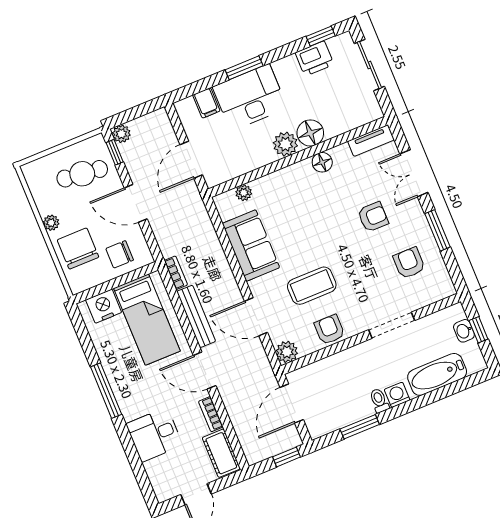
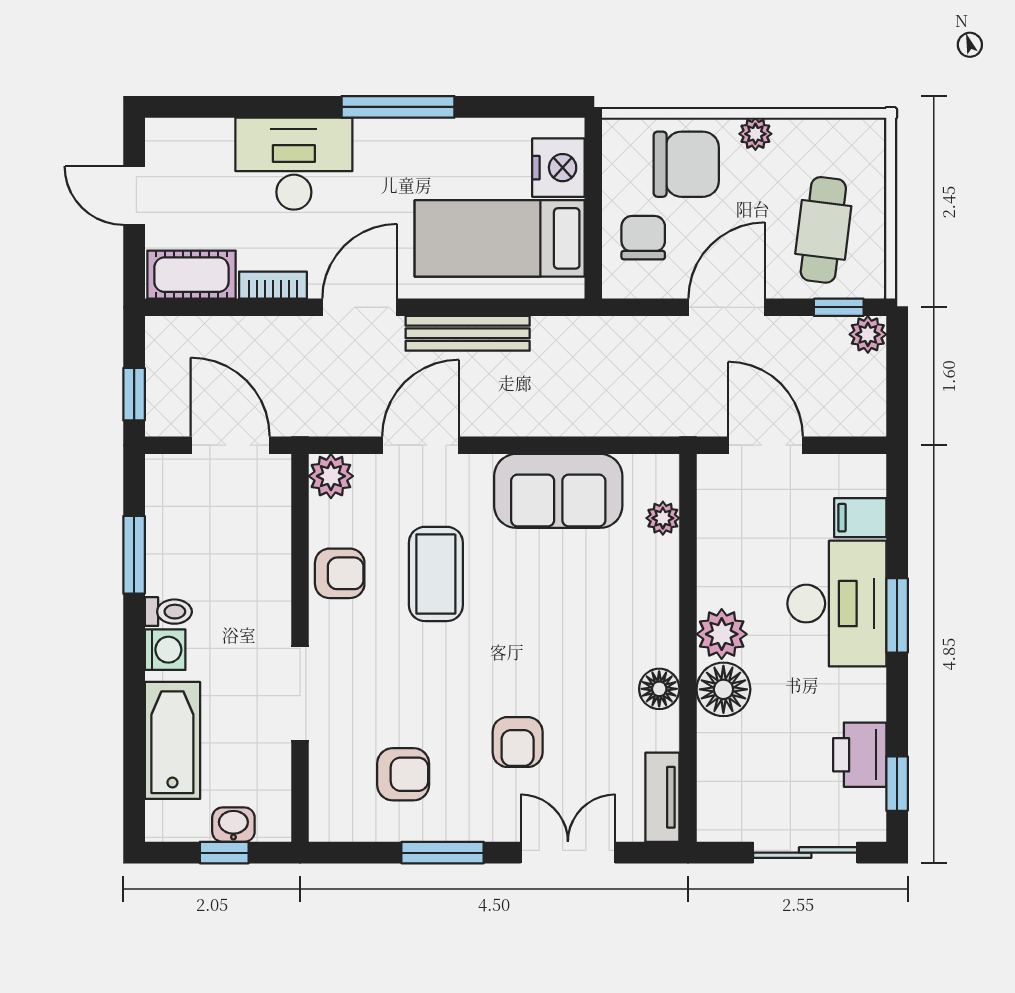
bookcase: (176, 273) -> (565, 329), removed
desk: (154, 435) -> (294, 164), width x1.37

